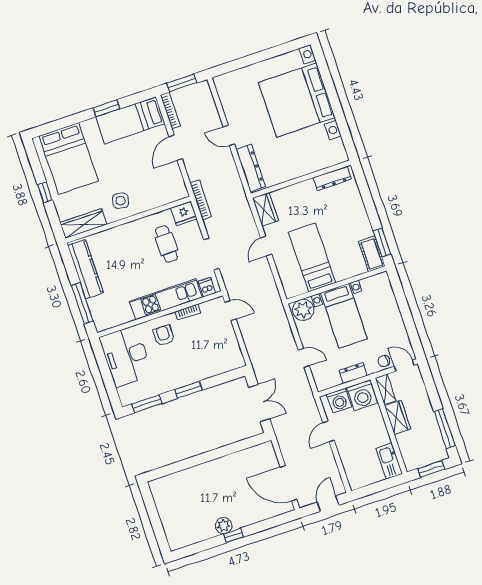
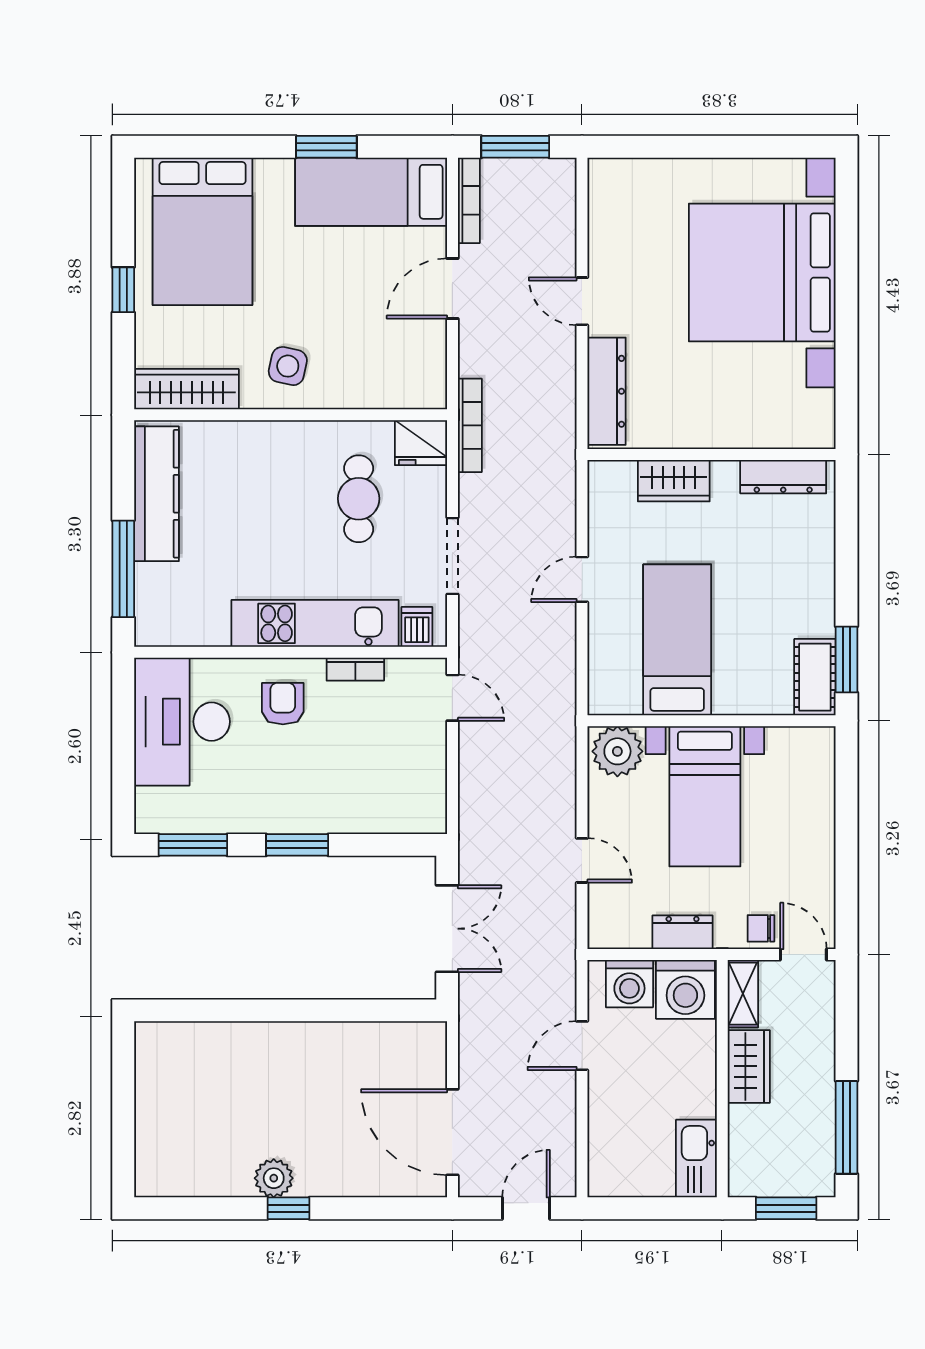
wardrobe: (265, 209) -> (674, 481), moved, turned 90

